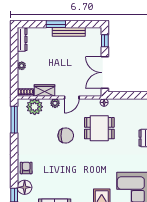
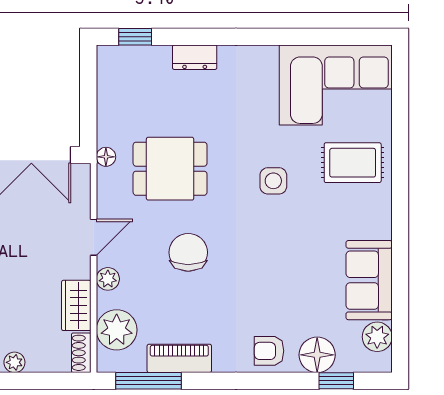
door: (72, 98) -> (94, 237), hinge flipped
dining table: (99, 128) -> (170, 169), turned 90
piano: (23, 132) -> (179, 358), added
side table: (94, 170) -> (273, 181), added

